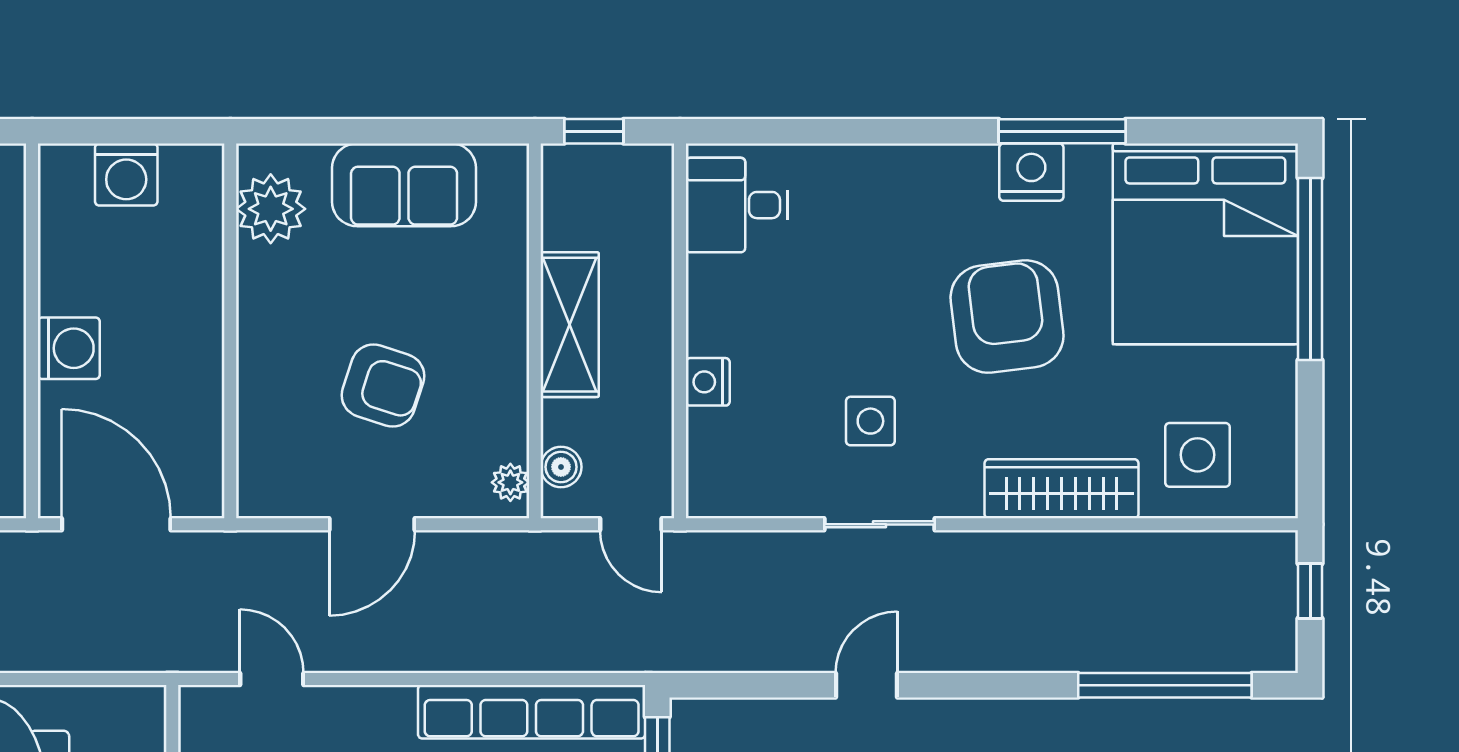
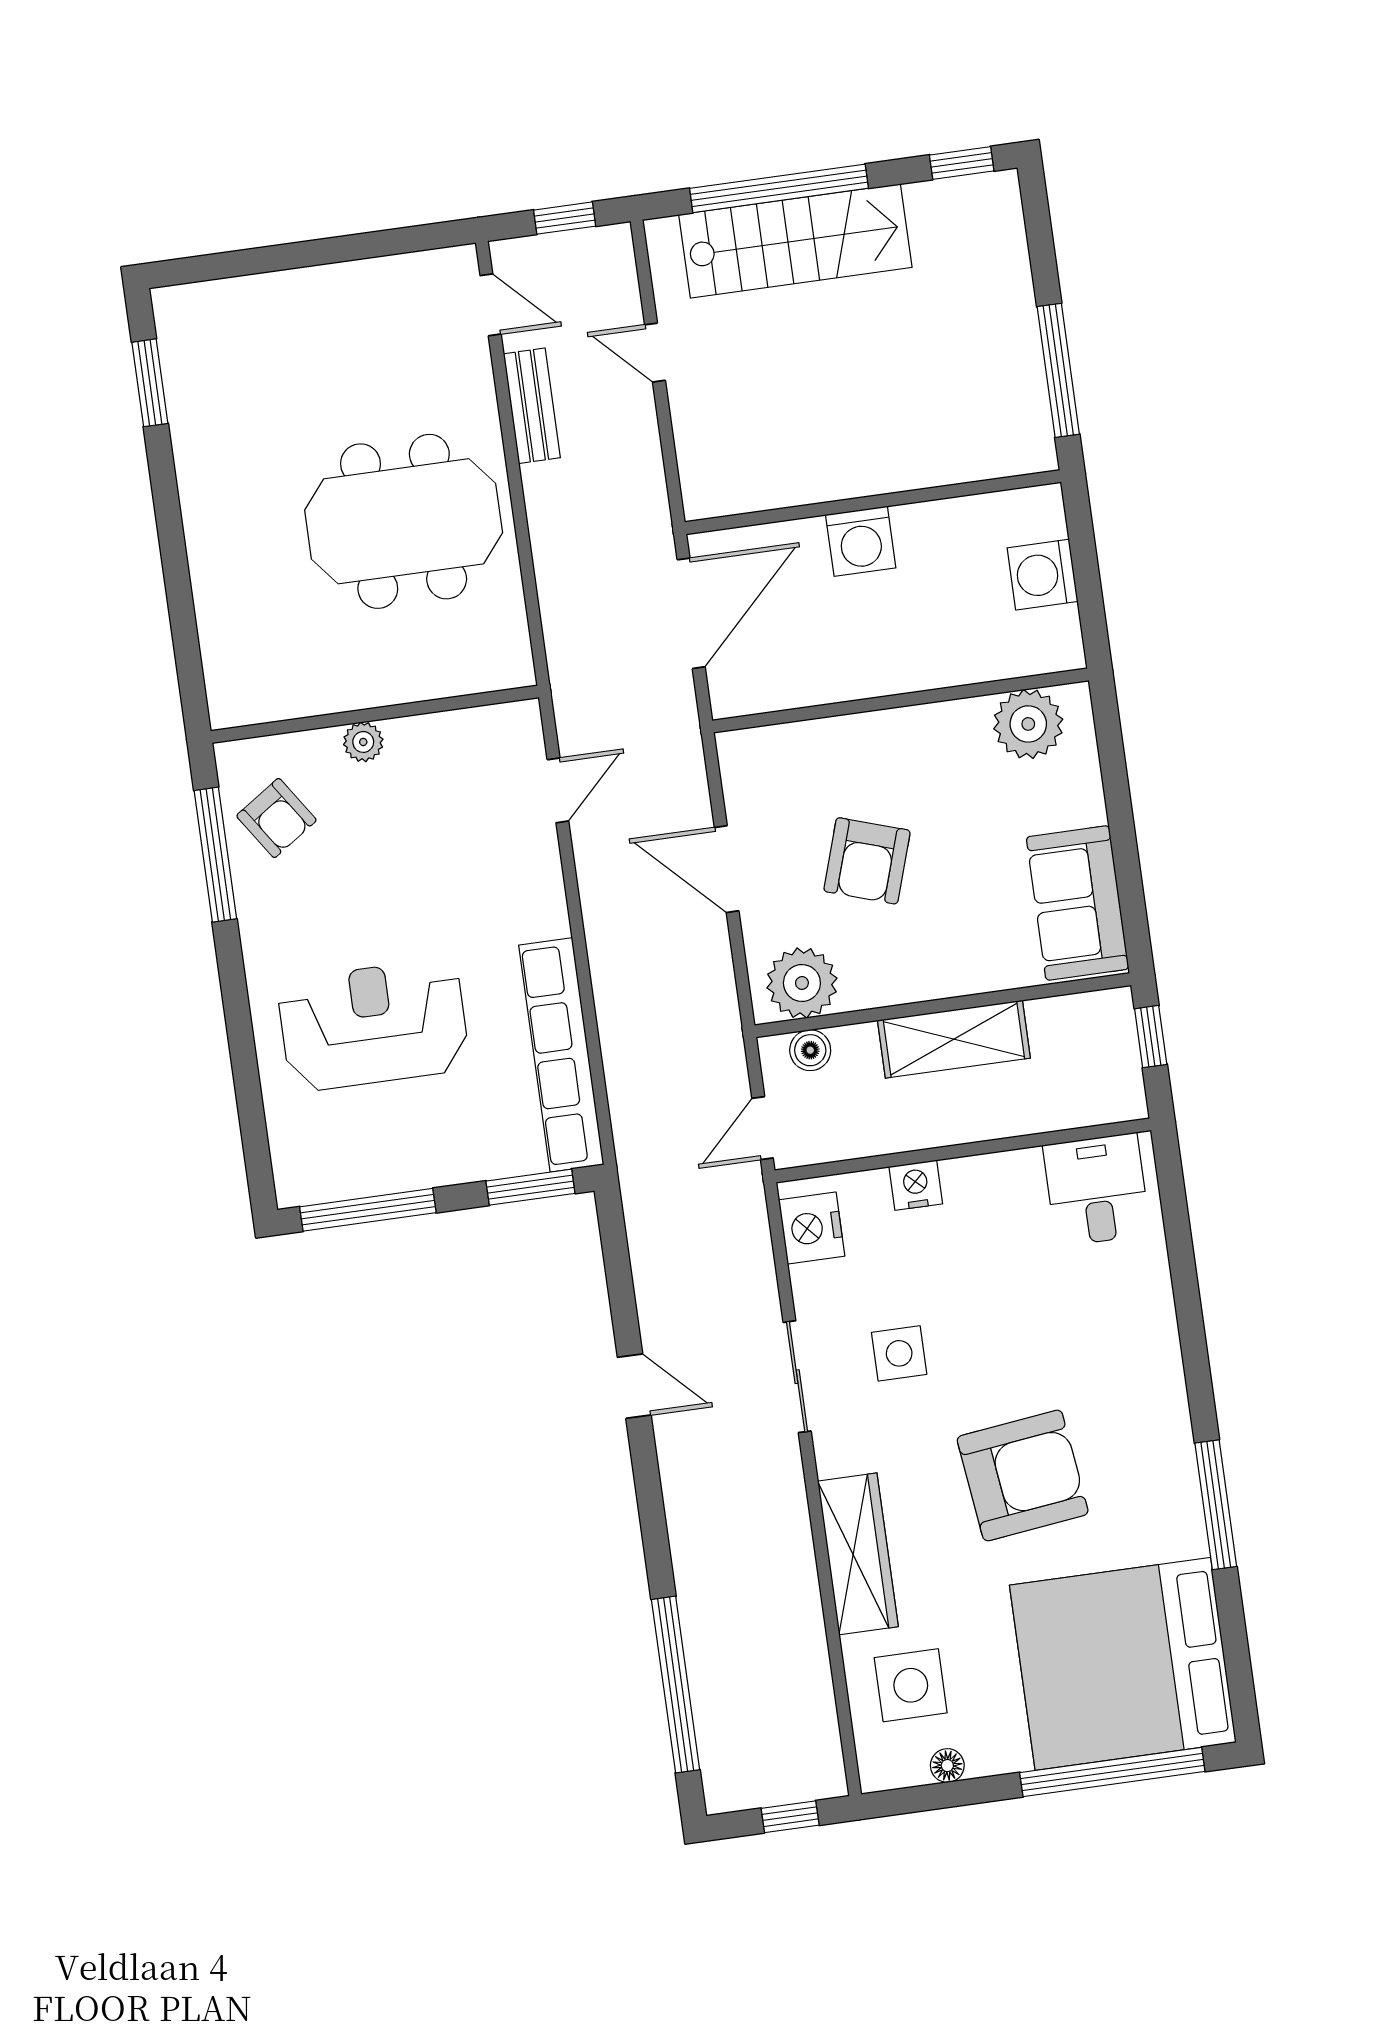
nightstand: (1031, 172) -> (812, 1228), moved, turned 180
sofa: (404, 185) -> (1077, 903), moved
floor lamp: (1281, 430) -> (947, 1766), added
plant: (510, 482) -> (802, 983), width x1.88, depth x1.88

